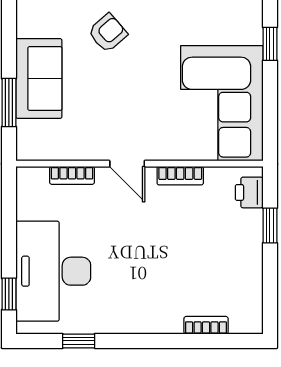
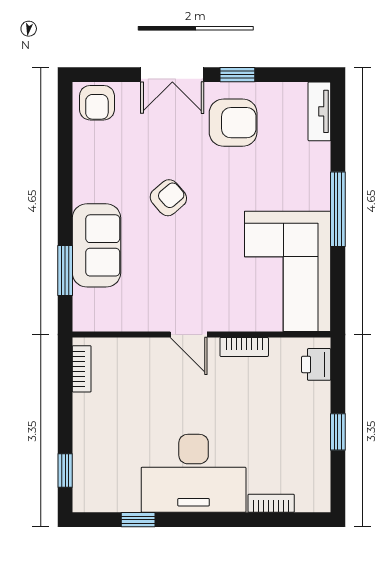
window: (270, 44) -> (338, 209), width x2.17
bookcase: (72, 175) -> (82, 369), moved, turned -90
window: (270, 225) -> (338, 432), moved
desk: (53, 271) -> (194, 473), moved, turned -90

